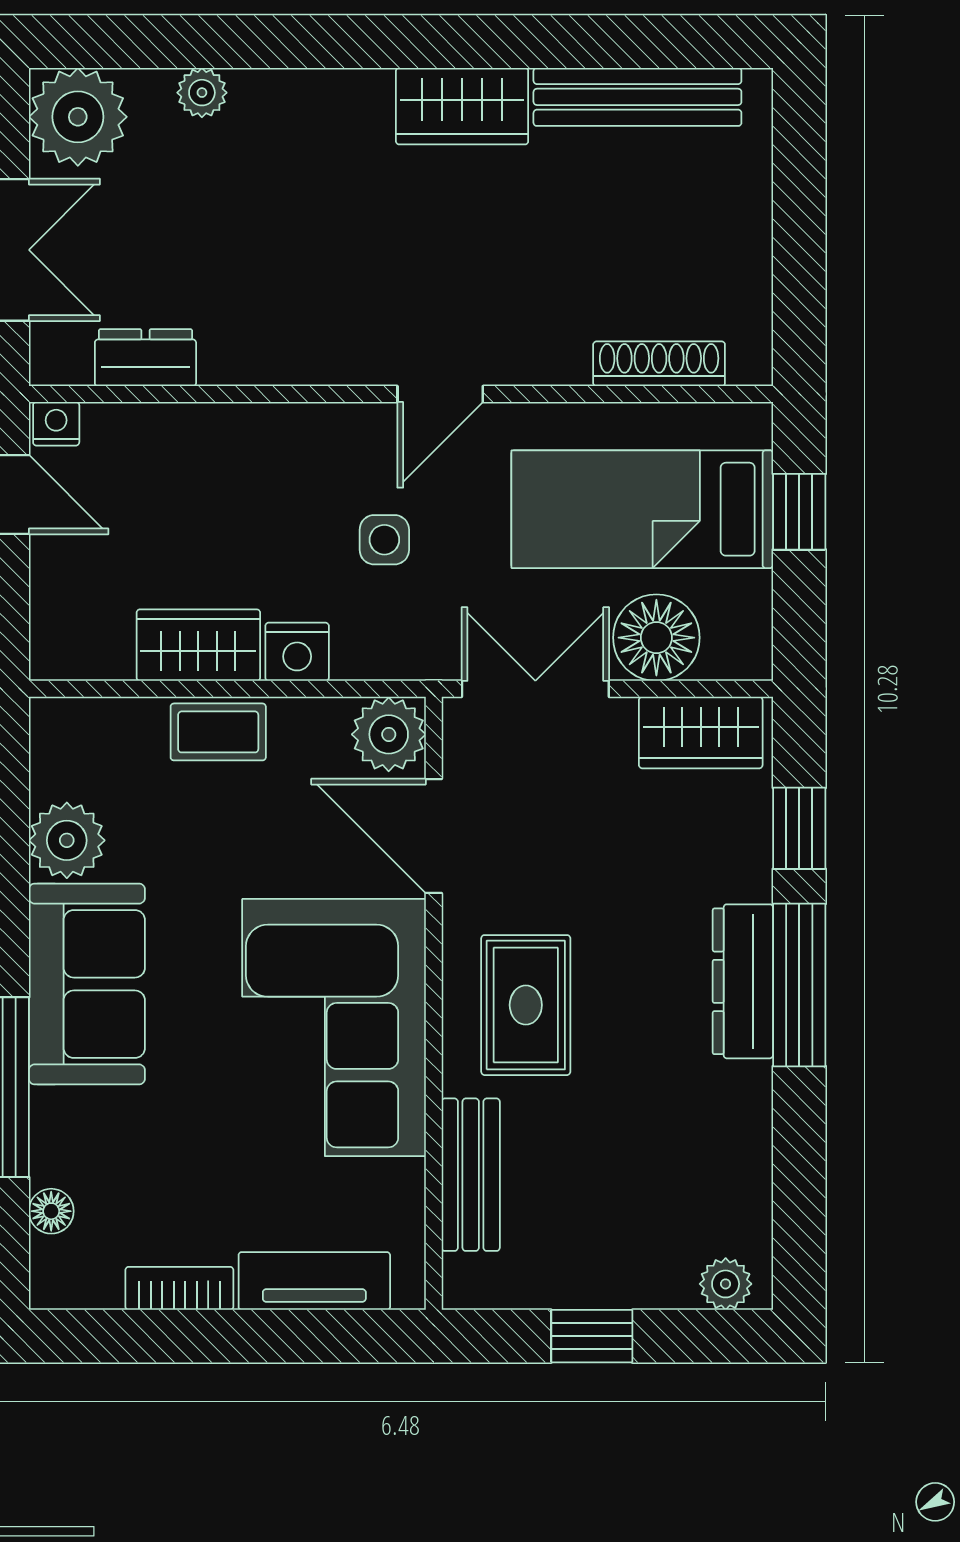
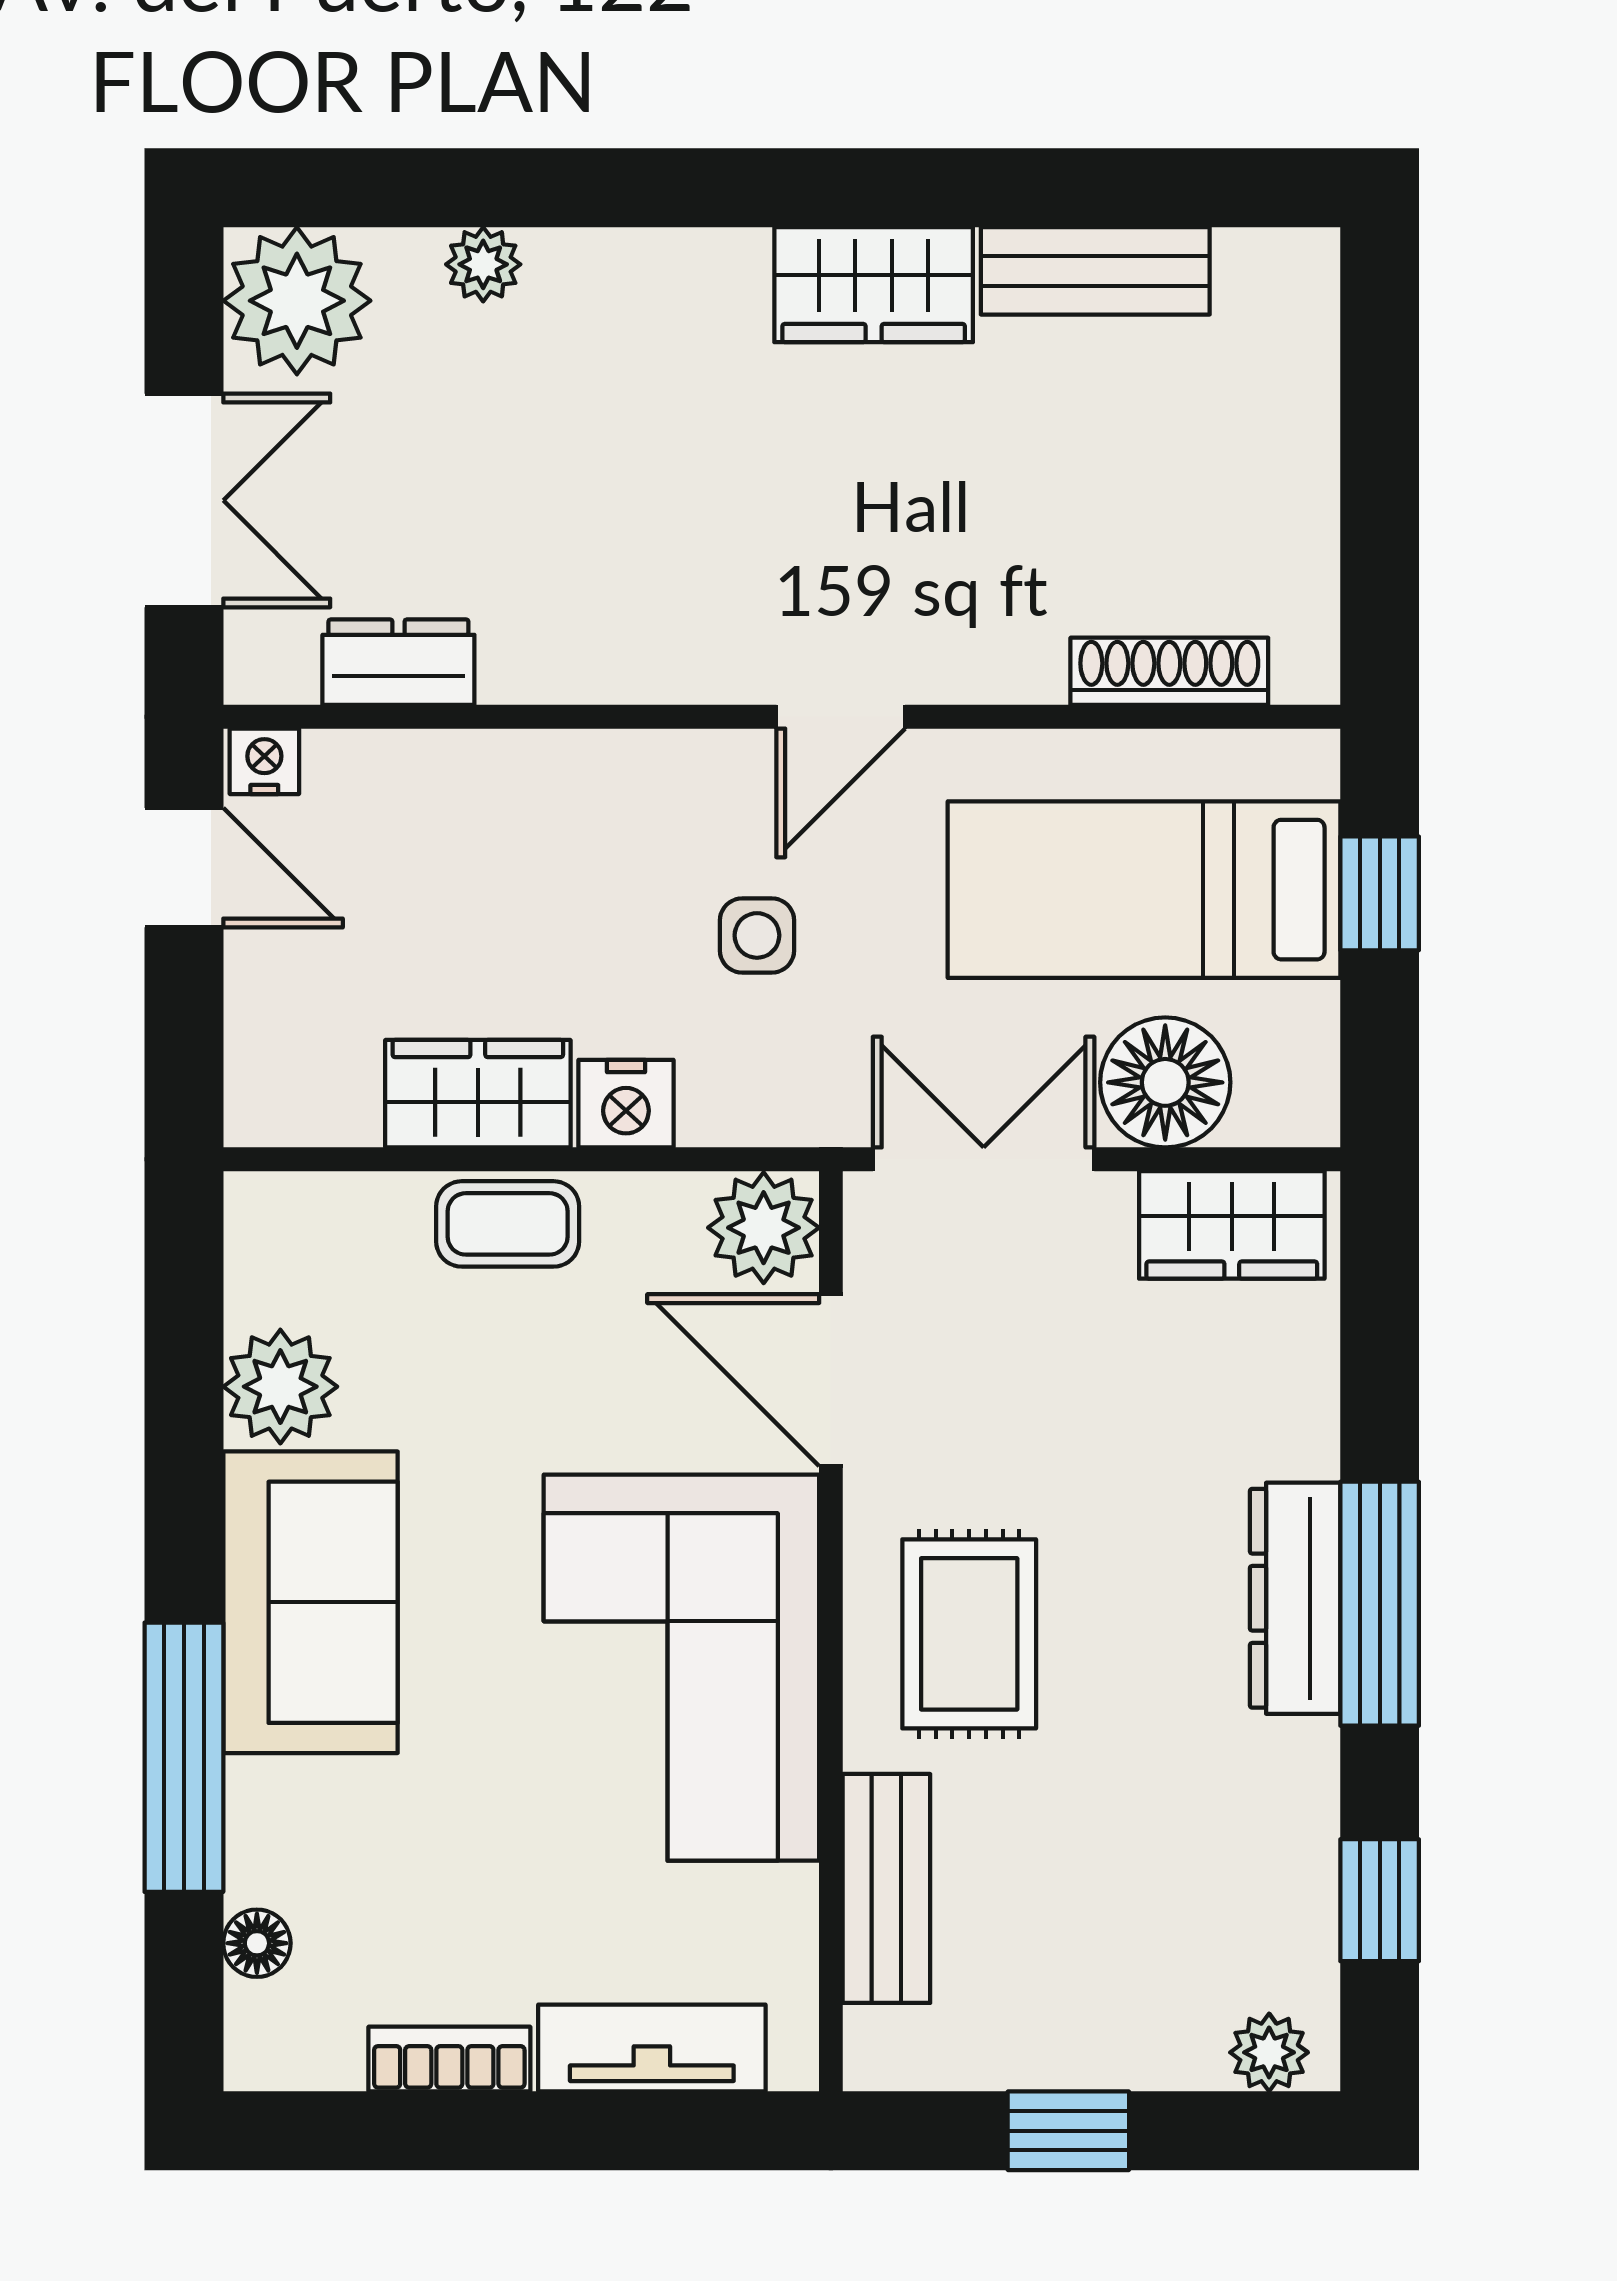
bench: (637, 97) -> (1095, 271), width x0.73
window: (799, 828) -> (1380, 1900), moved

